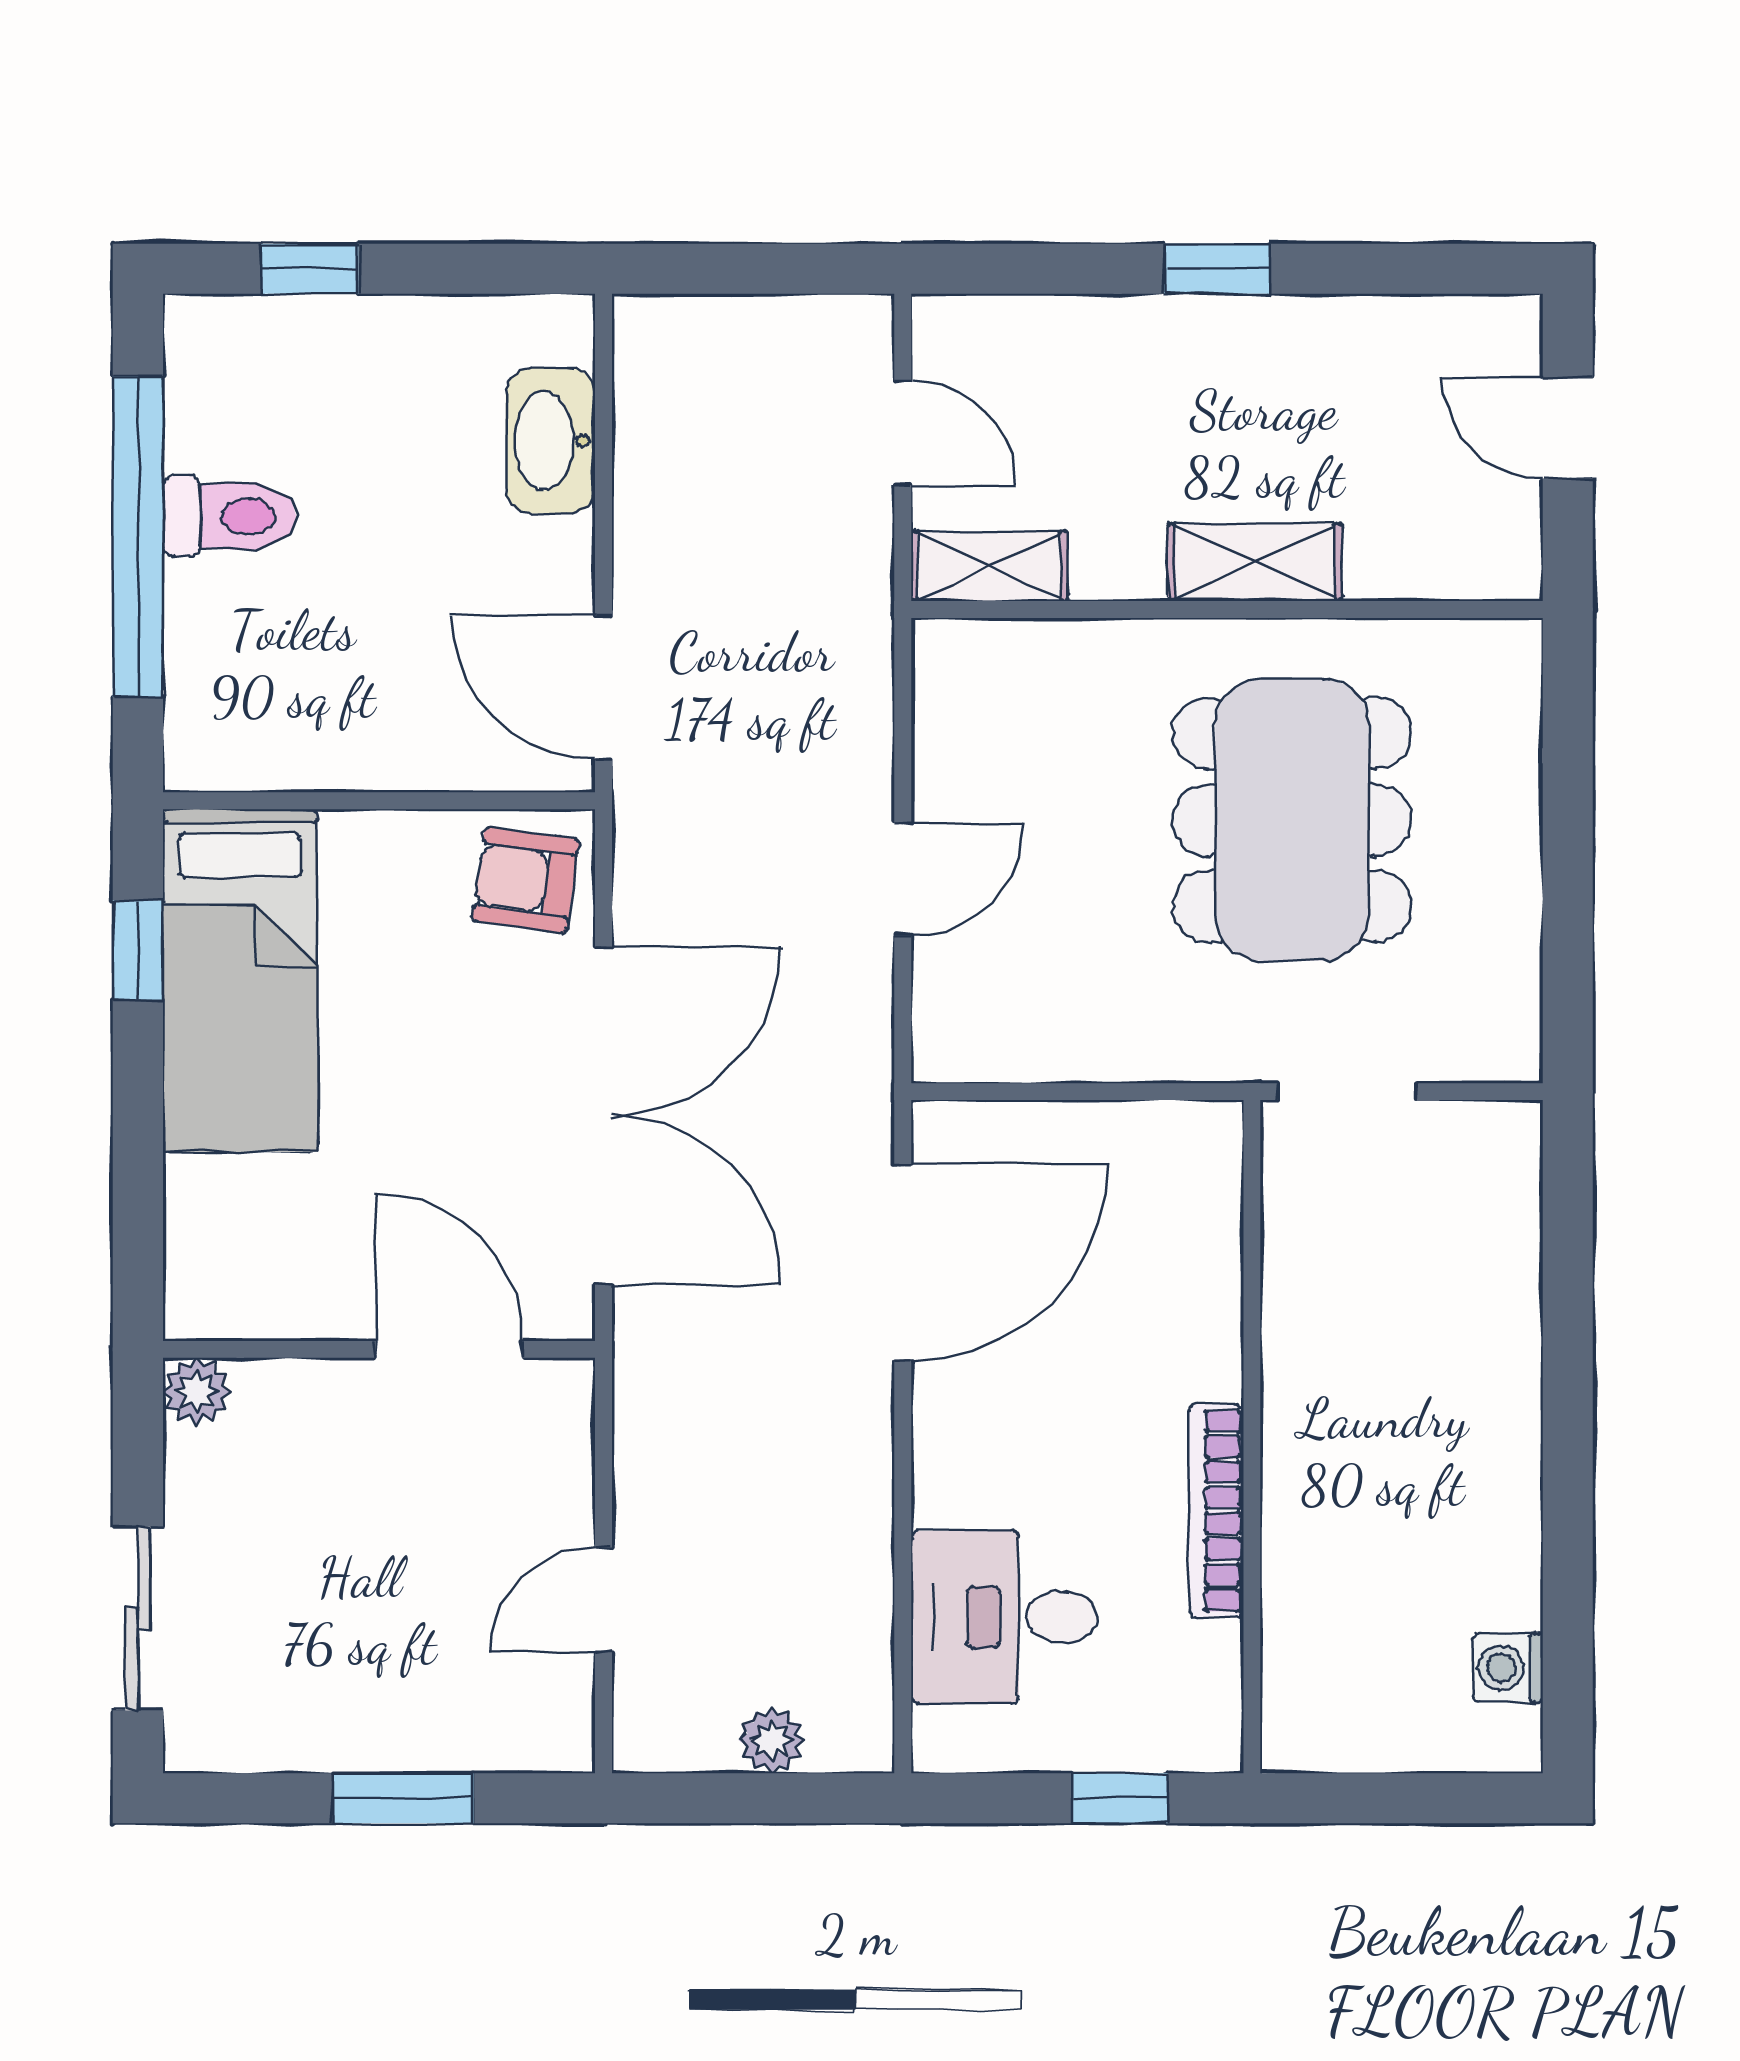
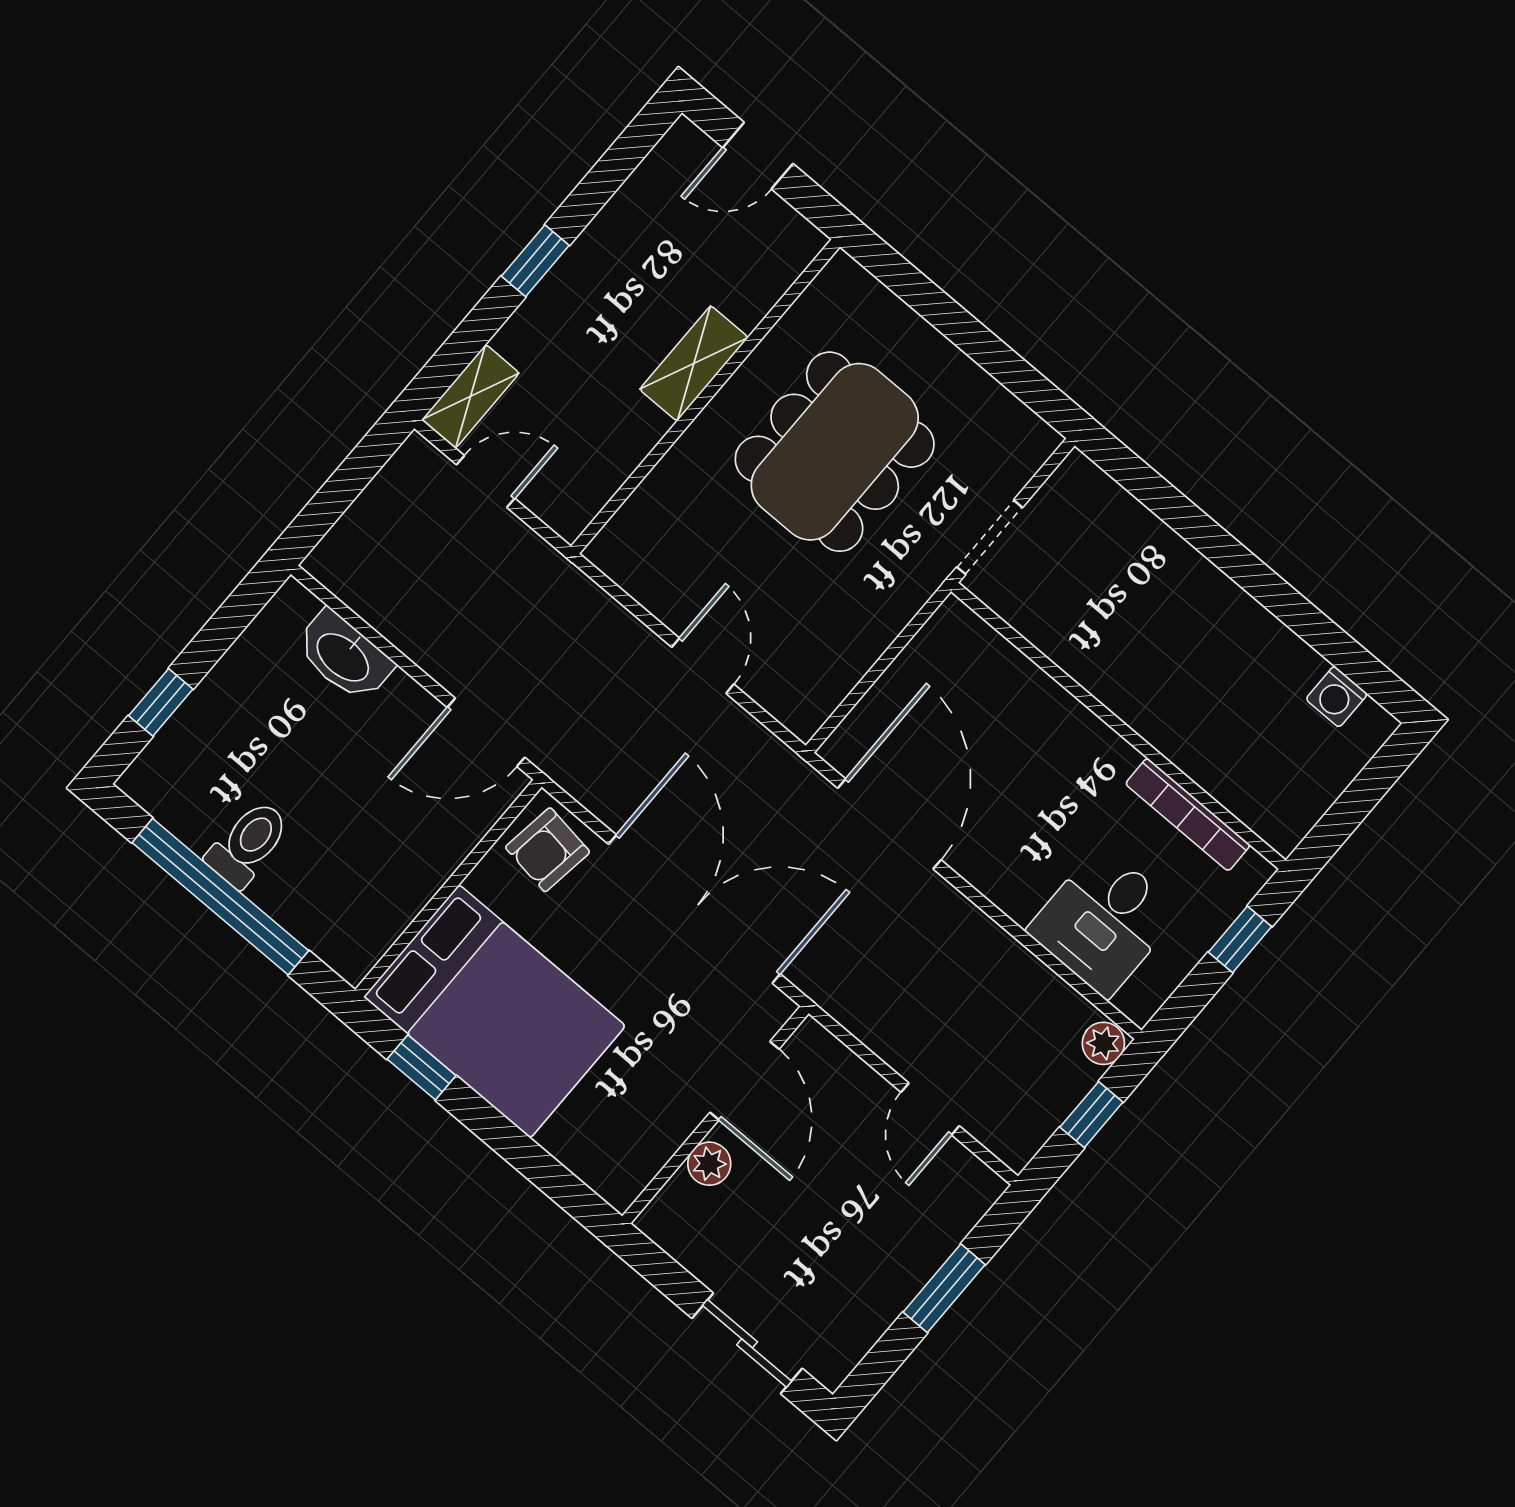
shelving: (989, 566) -> (470, 396), moved
dining table: (1292, 820) -> (835, 452), turned 90
bed: (240, 981) -> (494, 1011), width x1.50
door: (449, 1349) -> (744, 1081), swing flipped
plant: (197, 1391) -> (709, 1164), moved
bookcase: (1216, 1511) -> (1188, 815), moved
plant: (772, 1740) -> (1103, 1043), moved
window: (760, 1798) -> (1091, 1115), added

